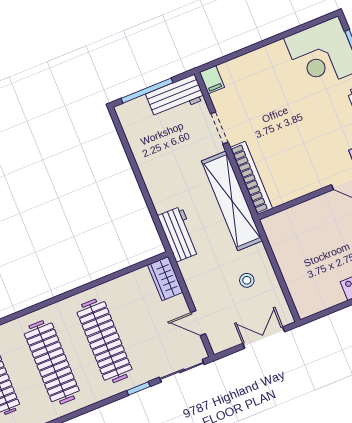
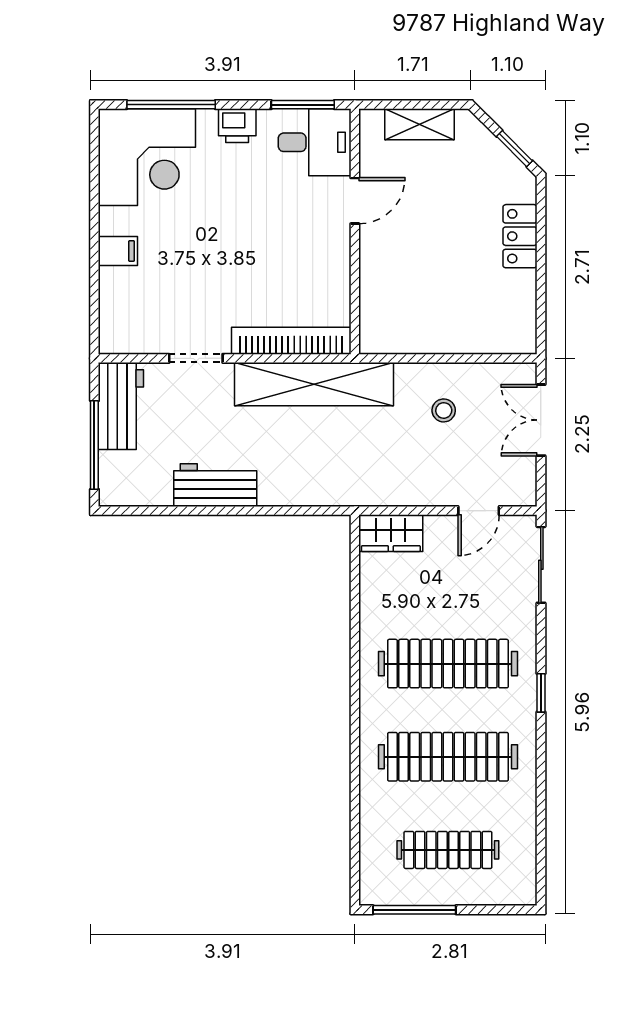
filing cabinet: (212, 80) -> (118, 251), moved
workbench: (179, 234) -> (215, 485), moved
window: (138, 388) -> (541, 693), moved

